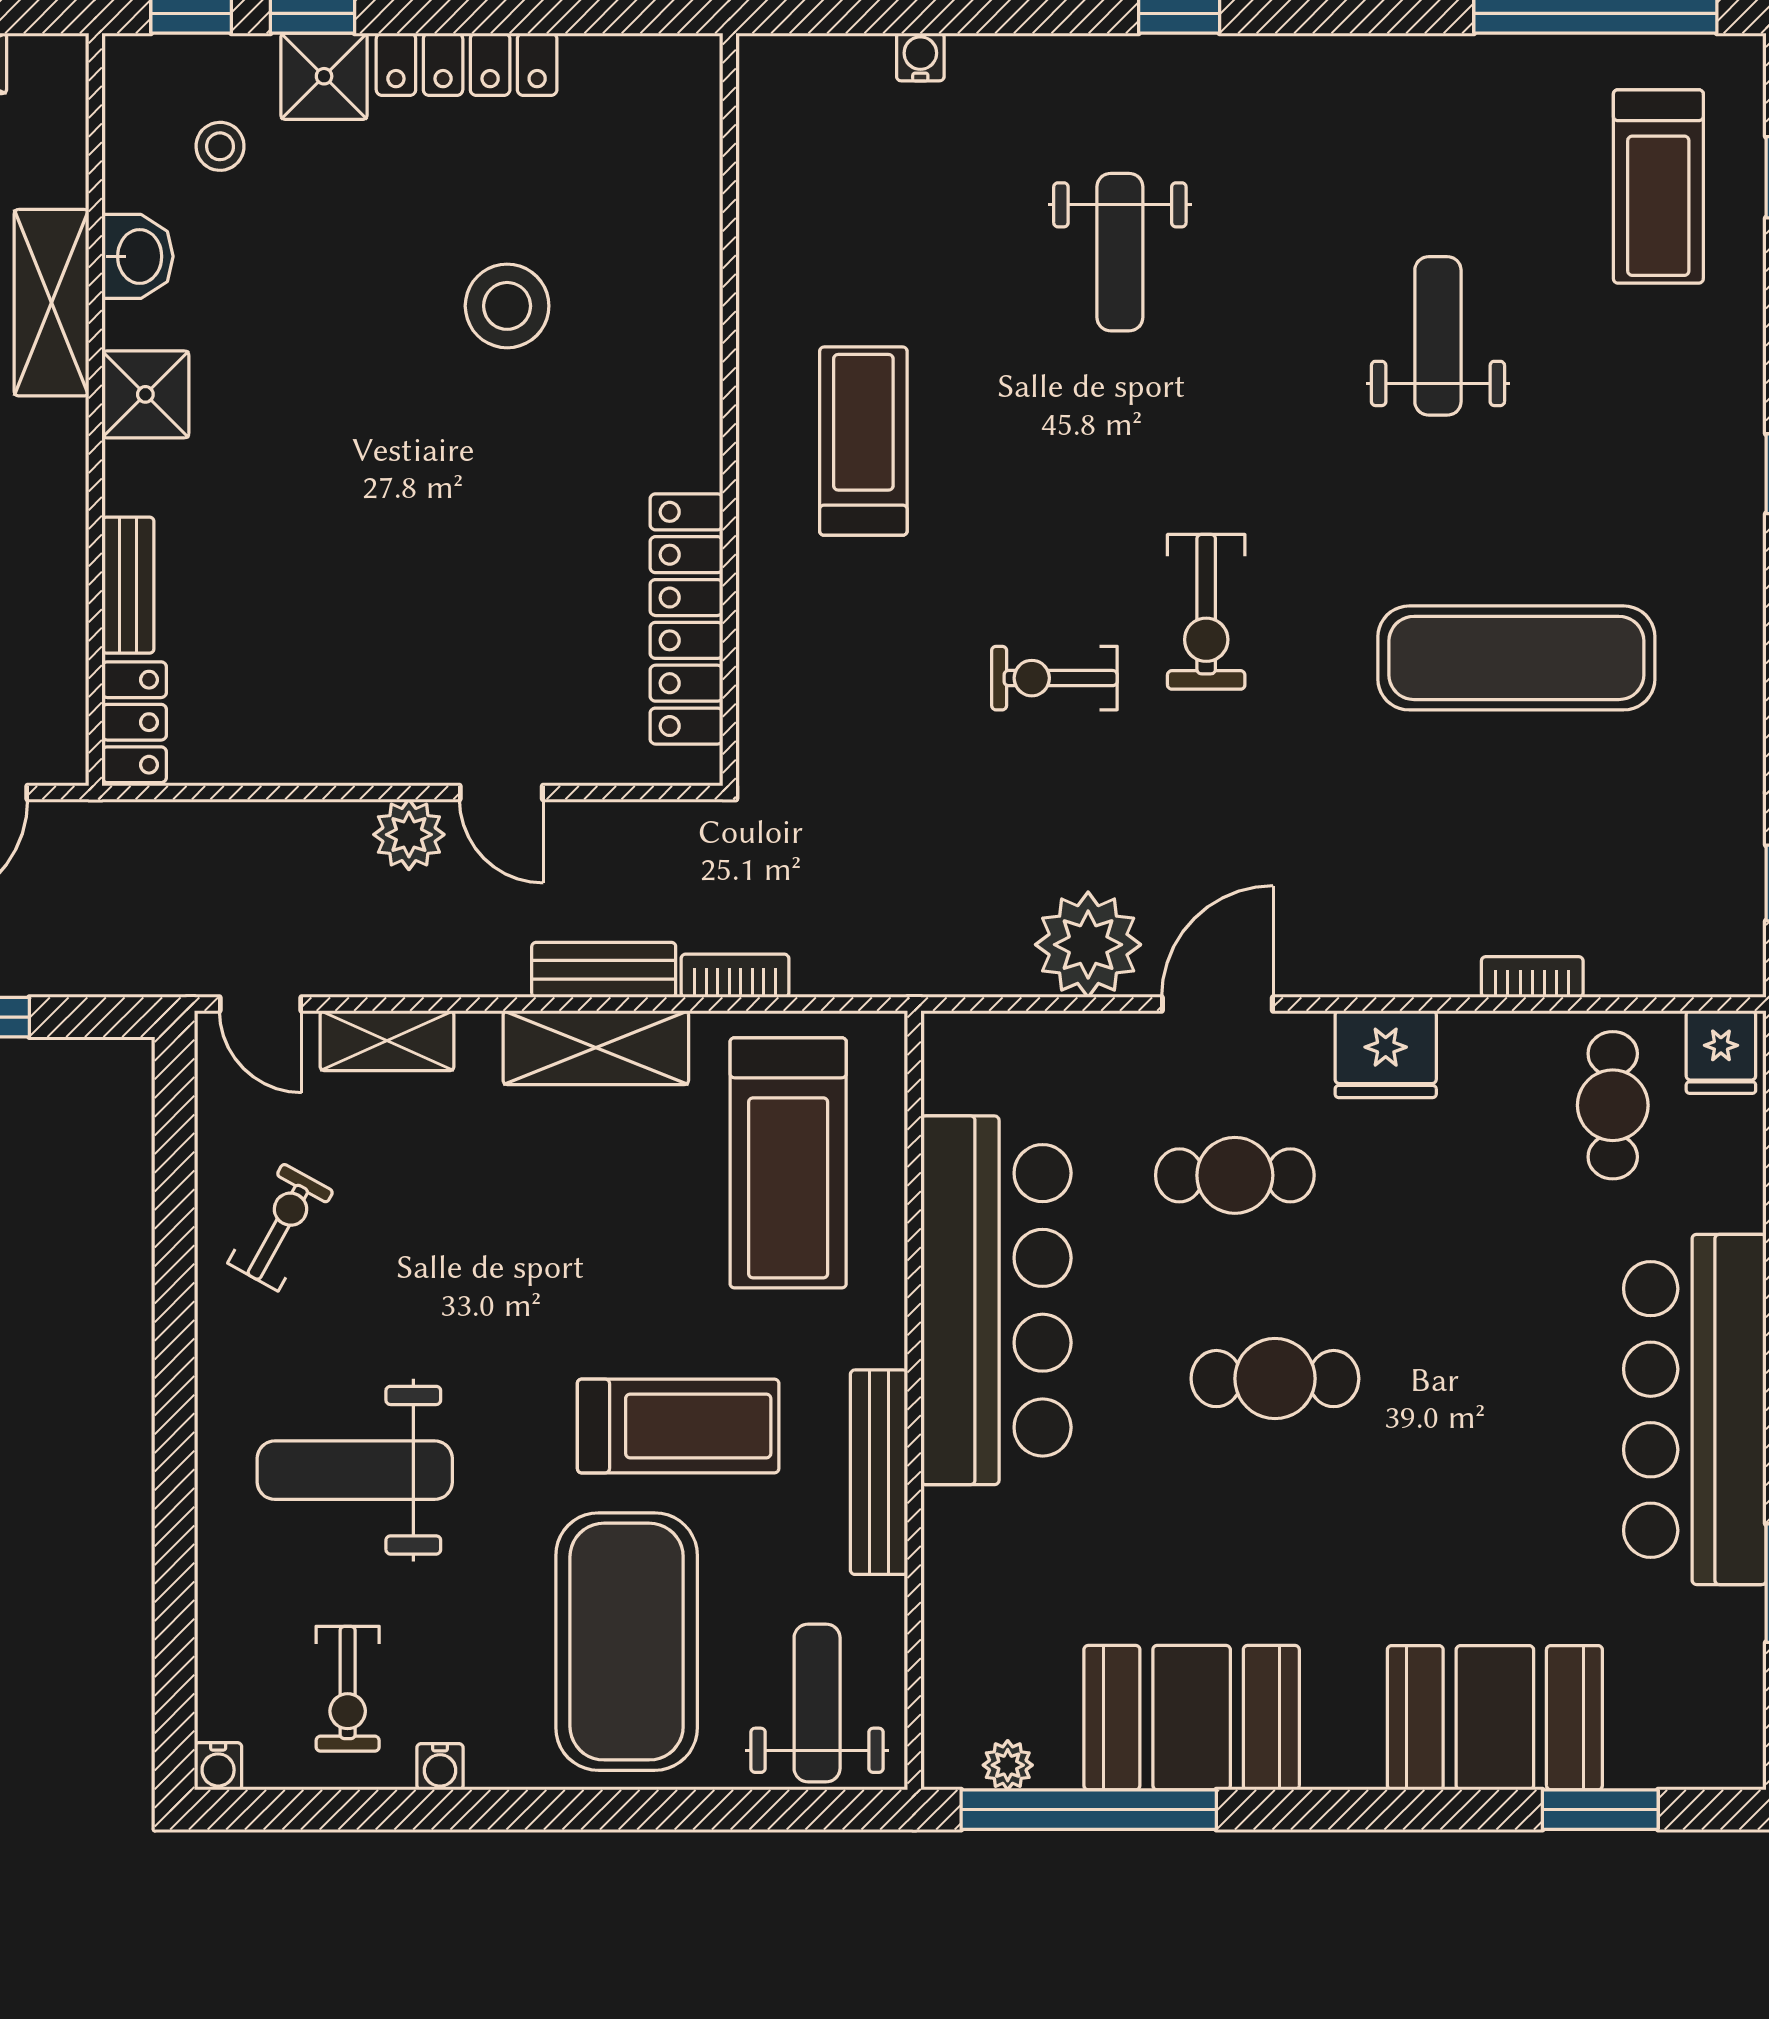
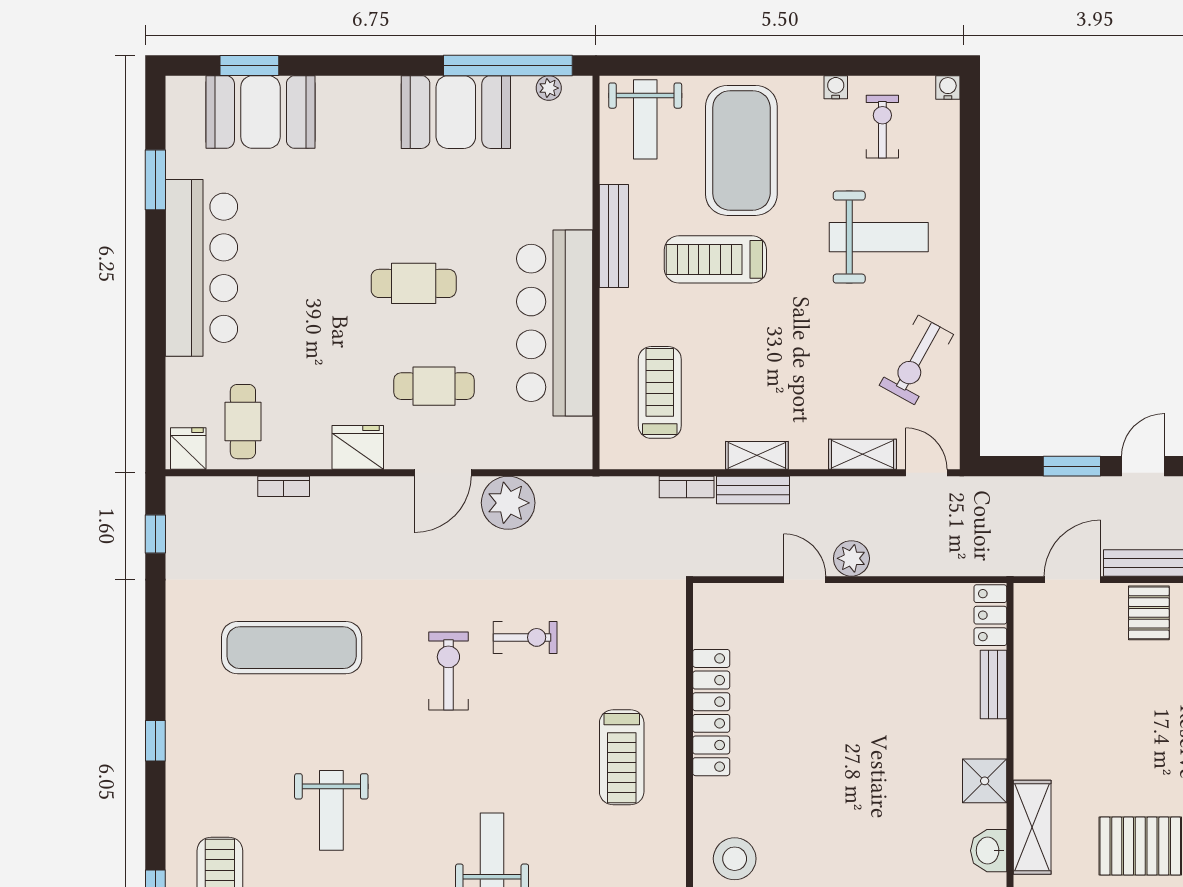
stool: (507, 306) -> (735, 859), moved
locker: (686, 619) -> (711, 713), moved
shelving: (596, 1048) -> (757, 455), width x0.67, depth x0.75
treadmill: (788, 1163) -> (660, 392), width x0.73, depth x0.73
exercise bike: (281, 1227) -> (916, 360), width x1.38, depth x1.39
booth: (1495, 1718) -> (260, 112), moved

